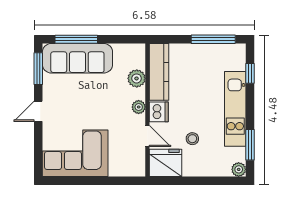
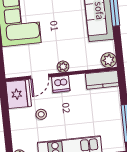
kitchen counter: (159, 72) -> (102, 80), width x0.67
plant: (137, 78) -> (109, 60), moved

